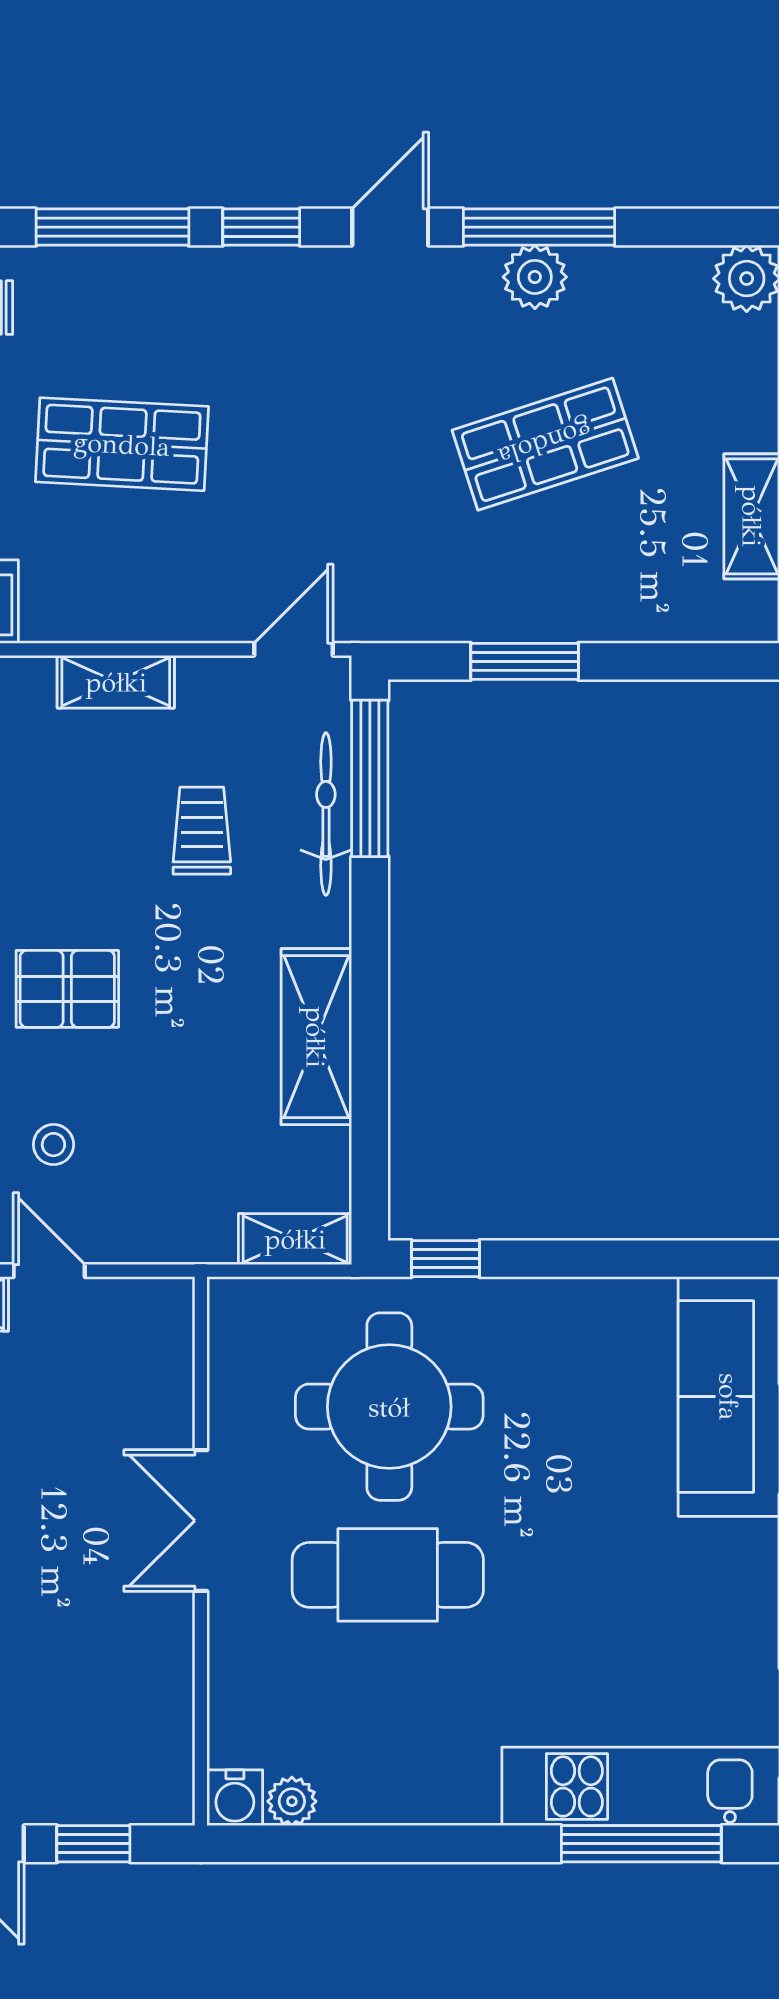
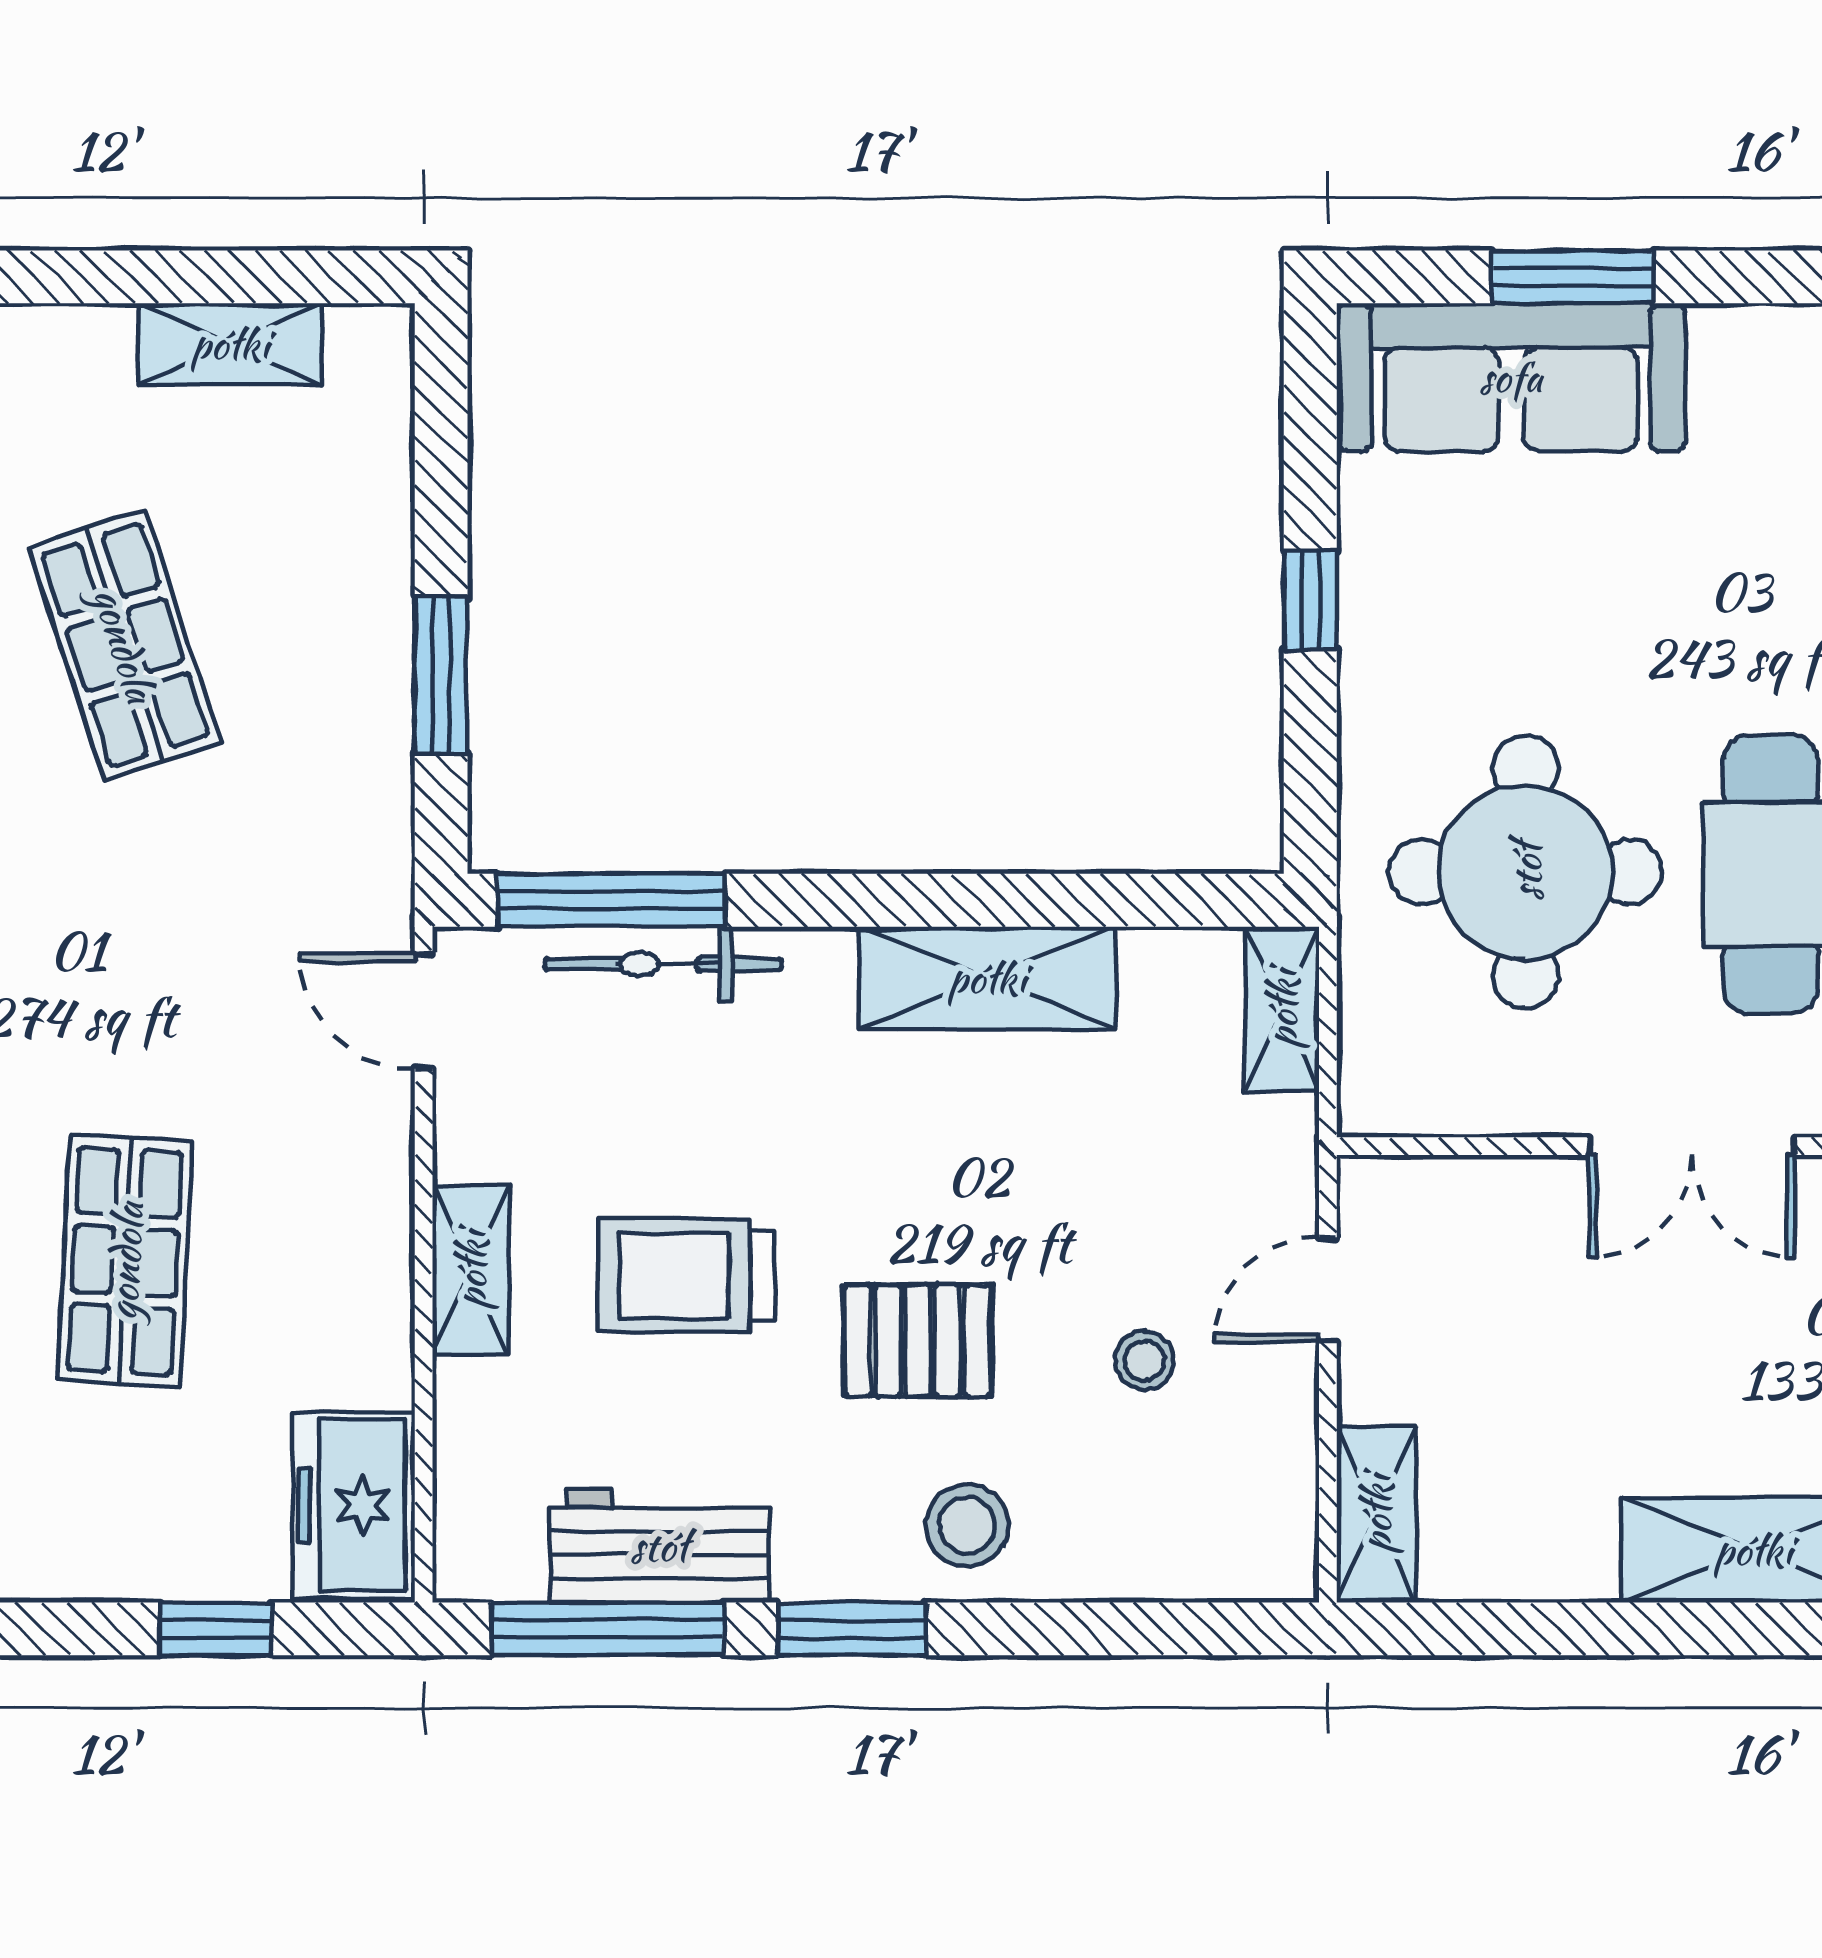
trolley: (202, 831) -> (686, 1276), moved, width x1.36, depth x1.39
pallet: (67, 989) -> (918, 1340), turned 90
window: (445, 1259) -> (1310, 600), moved
door: (49, 1271) -> (1328, 1290), moved

